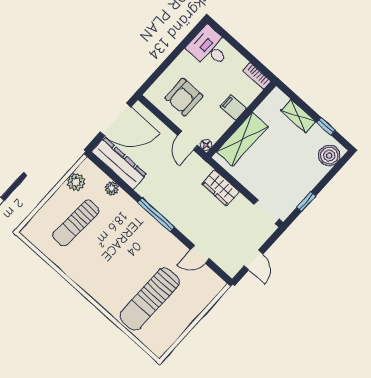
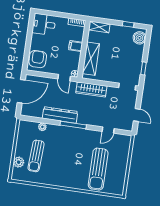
armchair: (184, 97) -> (38, 59), moved, turned 180
shelving: (298, 116) -> (99, 27), moved
dresser: (119, 163) -> (60, 115), moved
plant: (76, 182) -> (19, 162), moved
wardrobe: (221, 188) -> (91, 89), width x1.50

